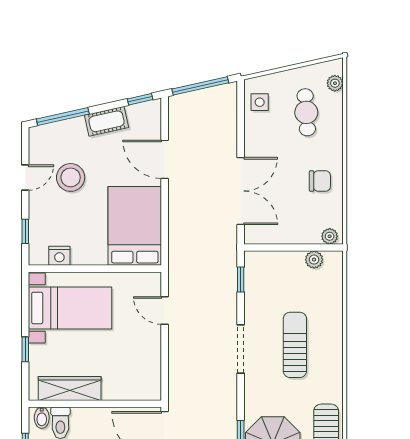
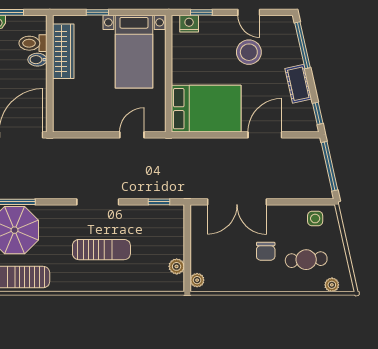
chair: (320, 181) -> (266, 251), moved
nightstand: (59, 256) -> (189, 24), moved, turned 90
bidet: (42, 418) -> (37, 60), moved

